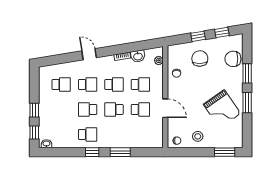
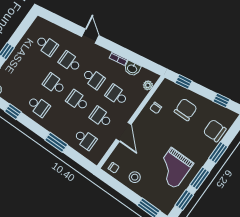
window: (198, 36) -> (184, 82), moved
school desk: (88, 84) -> (70, 62), turned 180
school desk: (140, 84) -> (117, 95), turned 180
school desk: (140, 109) -> (101, 117), turned 180
grand piano: (222, 109) -> (174, 168), turned 35
window: (247, 127) -> (184, 200), added
school desk: (140, 135) -> (85, 139), added
window: (92, 152) -> (13, 112), moved

